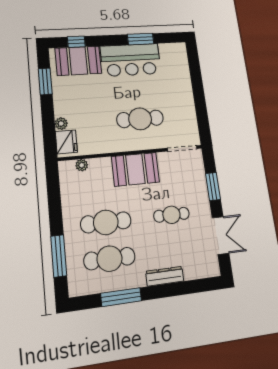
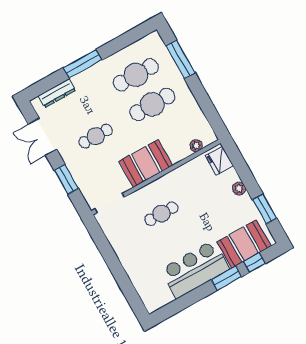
window: (141, 39) -> (226, 278), moved
cafe table: (140, 119) -> (161, 214), width x0.73, depth x0.74
plant: (61, 124) -> (239, 189), moved
dresser: (165, 276) -> (57, 93), moved
window: (121, 297) -> (83, 64), moved

